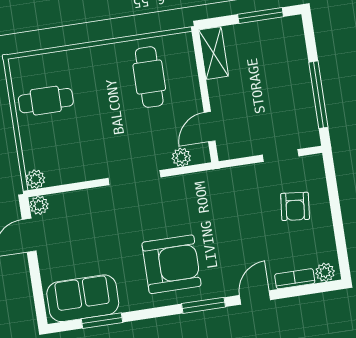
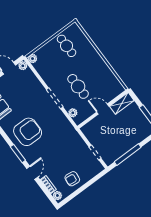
cafe table: (149, 77) -> (78, 86), moved, turned 90
door: (210, 127) -> (103, 109), moved
armchair: (295, 206) -> (72, 179), moved
armchair: (171, 264) -> (28, 132), turned -90
door: (255, 297) -> (32, 173), hinge flipped

